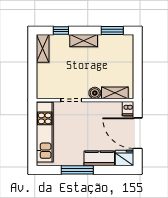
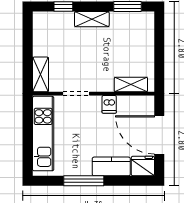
shelving: (43, 48) -> (40, 74), moved
boiler: (95, 93) -> (106, 85), removed
dishwasher: (128, 109) -> (109, 104), moved

